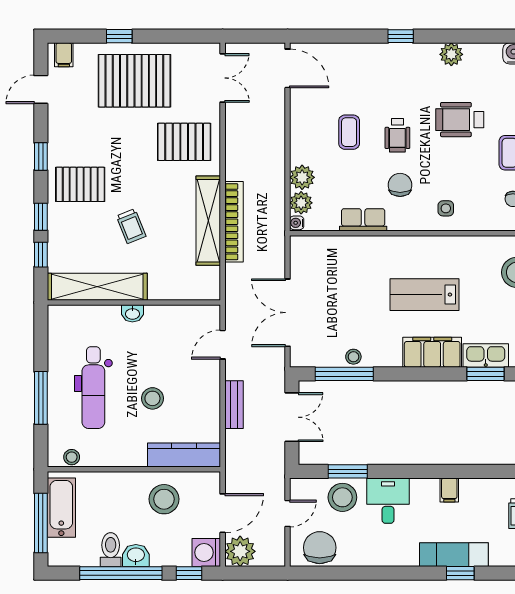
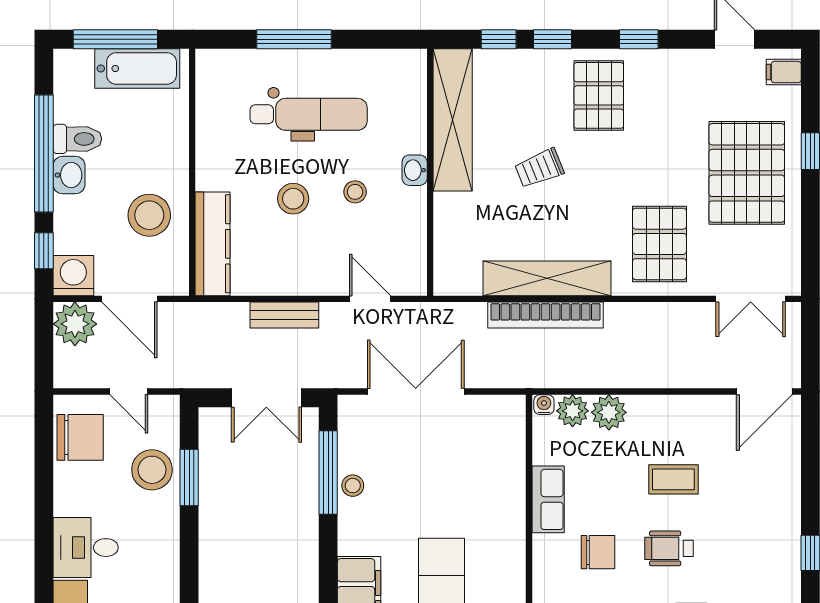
dental chair: (93, 388) -> (309, 114), turned 180
stool: (72, 457) -> (355, 192), moved
desk: (388, 501) -> (86, 548), moved, turned 180

